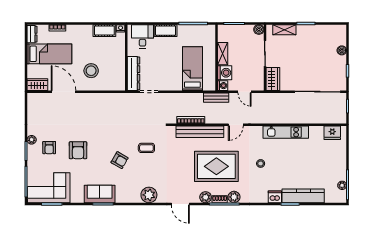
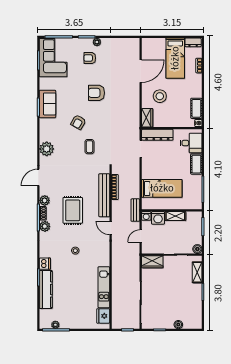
wardrobe: (37, 85) -> (147, 118), moved
kitchen unit: (286, 132) -> (104, 287), moved
armchair: (78, 150) -> (96, 93), moved
rug: (216, 166) -> (73, 210), width x0.73, depth x0.69

